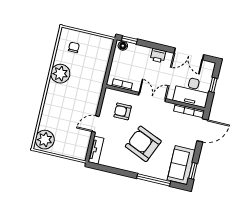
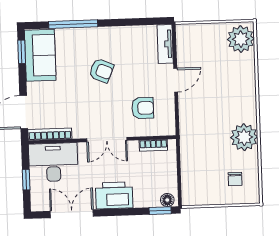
printer: (158, 56) -> (114, 195), width x1.87, depth x1.48
armchair: (143, 144) -> (101, 71), width x0.53, depth x0.53

